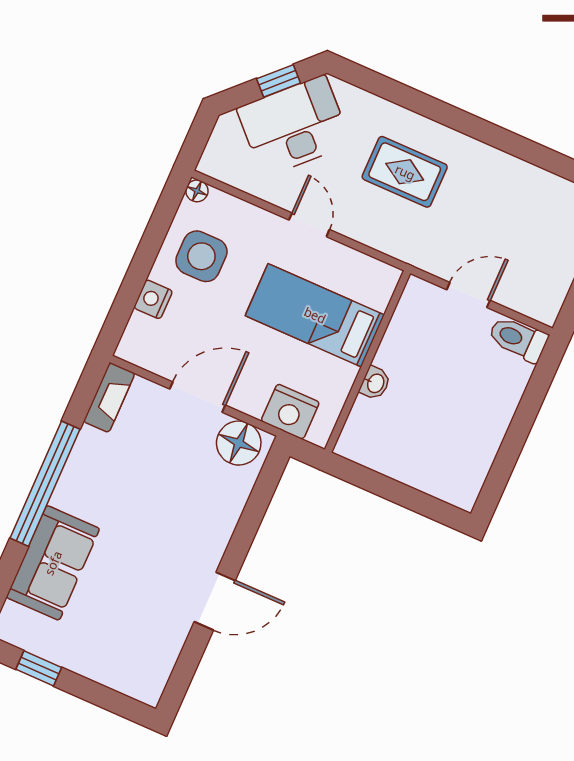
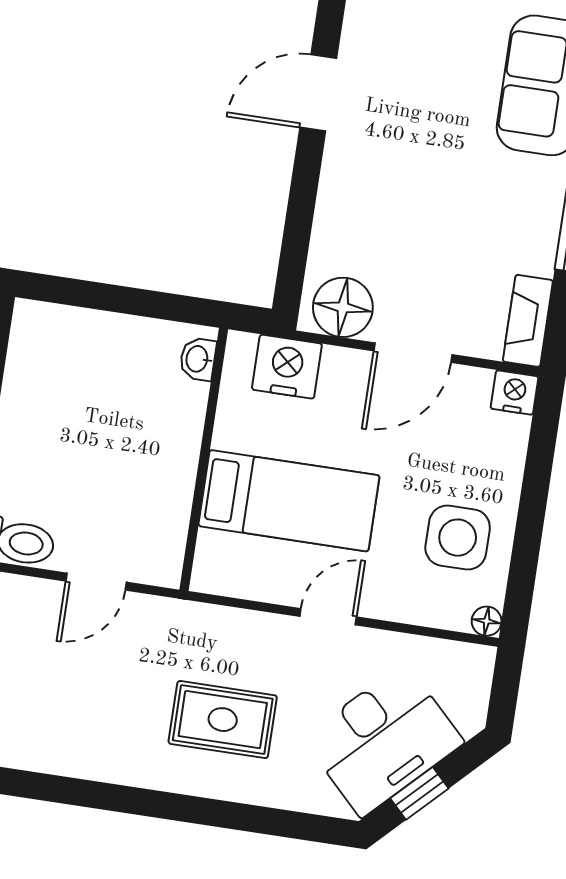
door: (309, 225) -> (328, 617), swing flipped
nightstand: (153, 299) -> (514, 392), moved, turned -90
washbasin: (375, 383) -> (198, 359), moved

